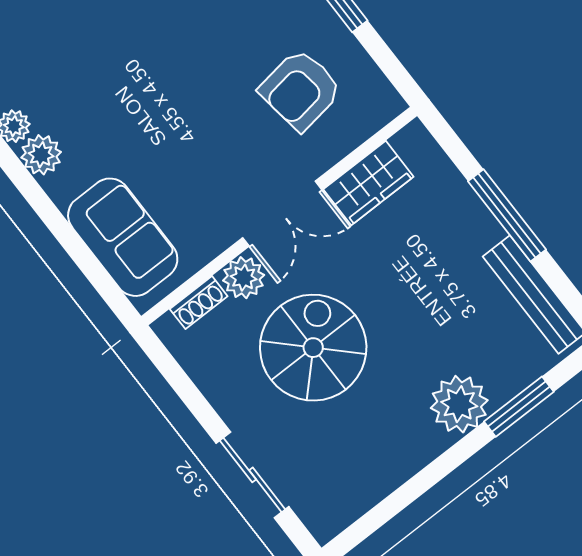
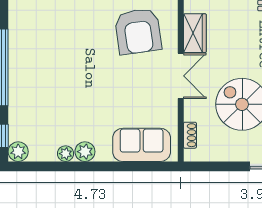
armchair: (300, 90) -> (138, 31), width x1.36, depth x1.36
plant: (244, 278) -> (194, 110), removed

